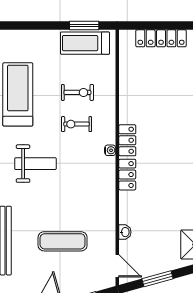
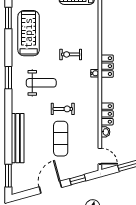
exercise bike: (77, 92) -> (63, 109), moved
locker: (127, 175) -> (107, 114), moved
exercise mat: (63, 241) -> (61, 139), turned 90

